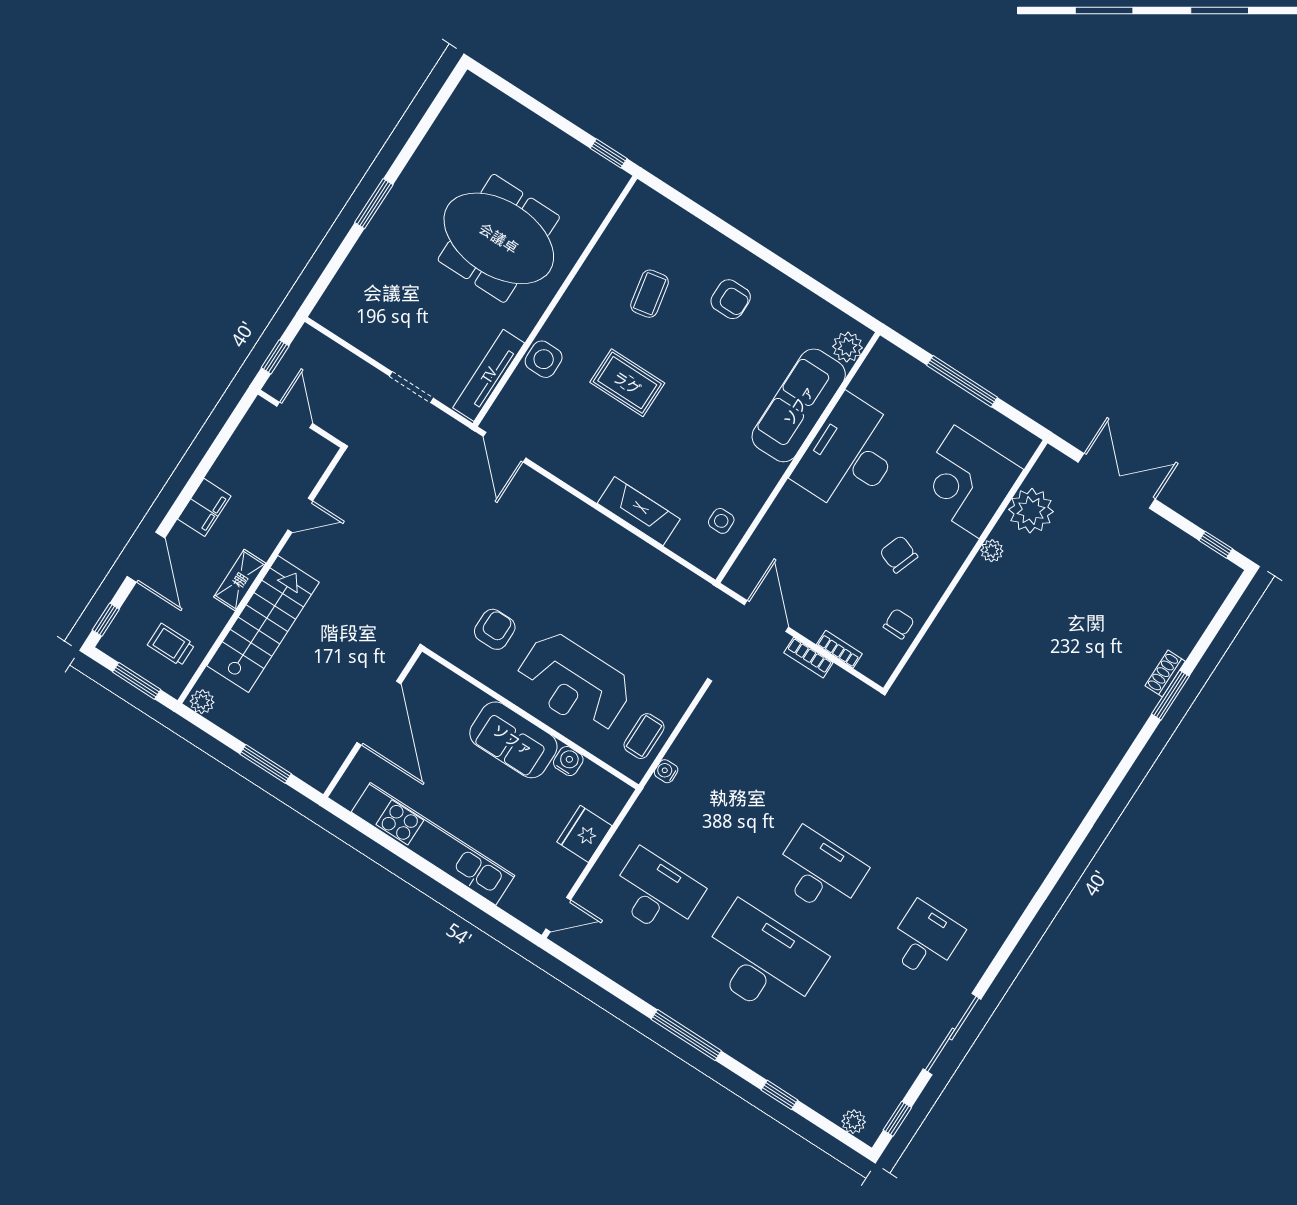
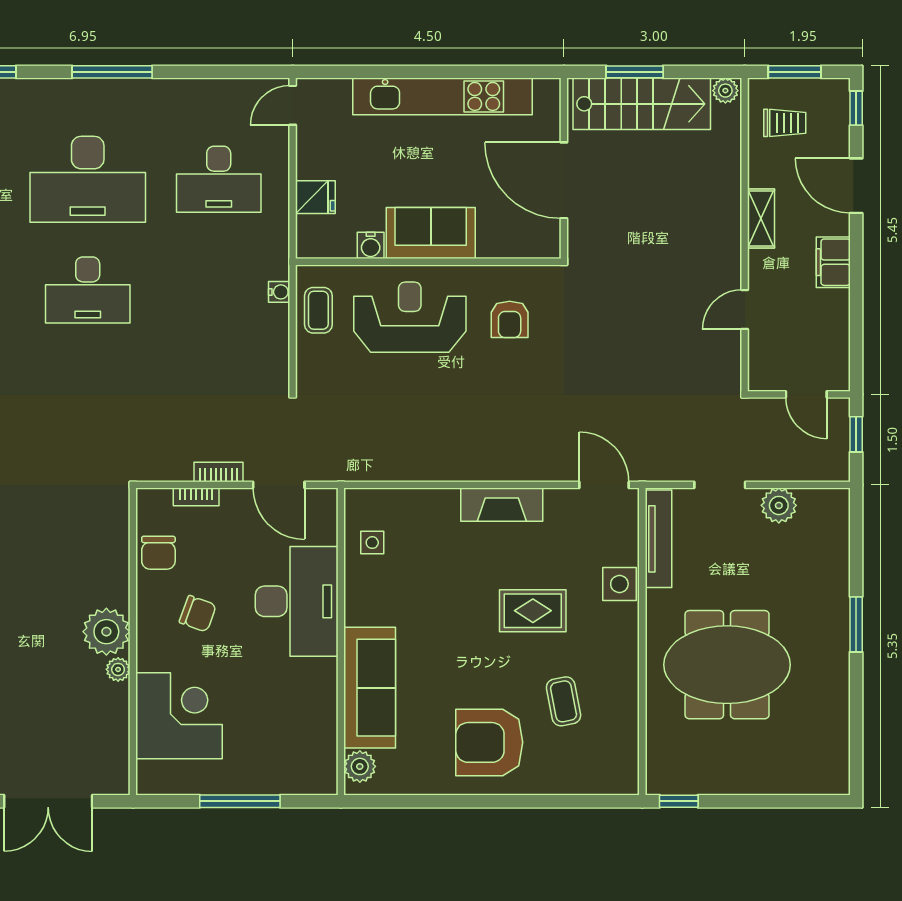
armchair: (731, 299) -> (489, 742), width x1.88, depth x1.88
plant: (374, 340) -> (779, 505), added
desk: (850, 455) -> (297, 601), moved
fireplace: (639, 511) -> (502, 505), moved
plant: (1031, 511) -> (106, 632), moved
stairs: (263, 624) -> (642, 104), moved, turned -90
chair: (899, 624) -> (158, 553), width x1.37, depth x1.37
fridge: (584, 834) -> (315, 197), width x0.72

